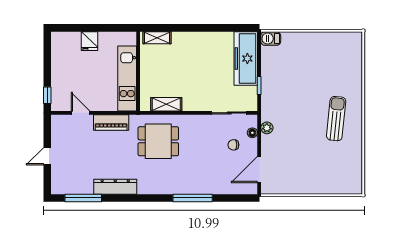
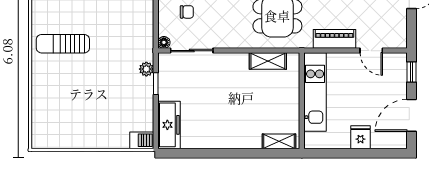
door: (47, 59) -> (412, 115), added
freezer: (246, 59) -> (169, 125), width x0.73, depth x0.79
sun lounger: (336, 119) -> (63, 44), turned 84
plant: (267, 128) -> (146, 69), moved
floor lamp: (252, 133) -> (164, 42), moved

